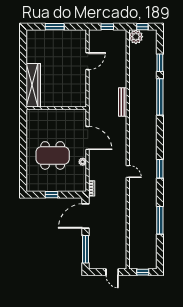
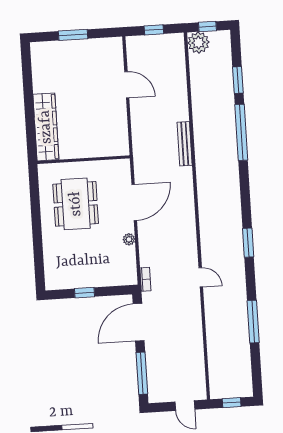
door: (88, 61) -> (127, 85), hinge flipped
door: (88, 138) -> (134, 202), hinge flipped
dining table: (53, 155) -> (76, 204), moved, turned 90
door: (128, 172) -> (201, 277), moved

